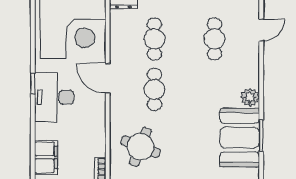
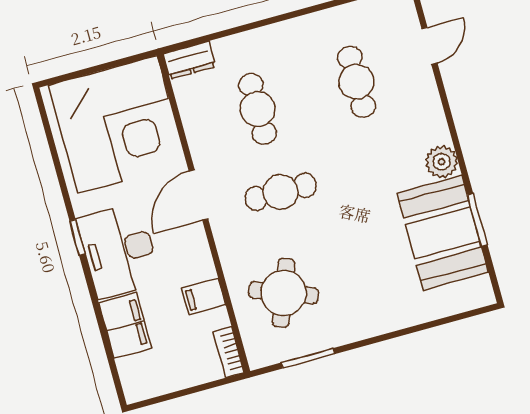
door: (108, 78) -> (199, 195), hinge flipped
cafe table: (154, 89) -> (280, 192), turned 90
filing cabinet: (95, 136) -> (204, 296), added
filing cabinet: (46, 157) -> (125, 326), moved

